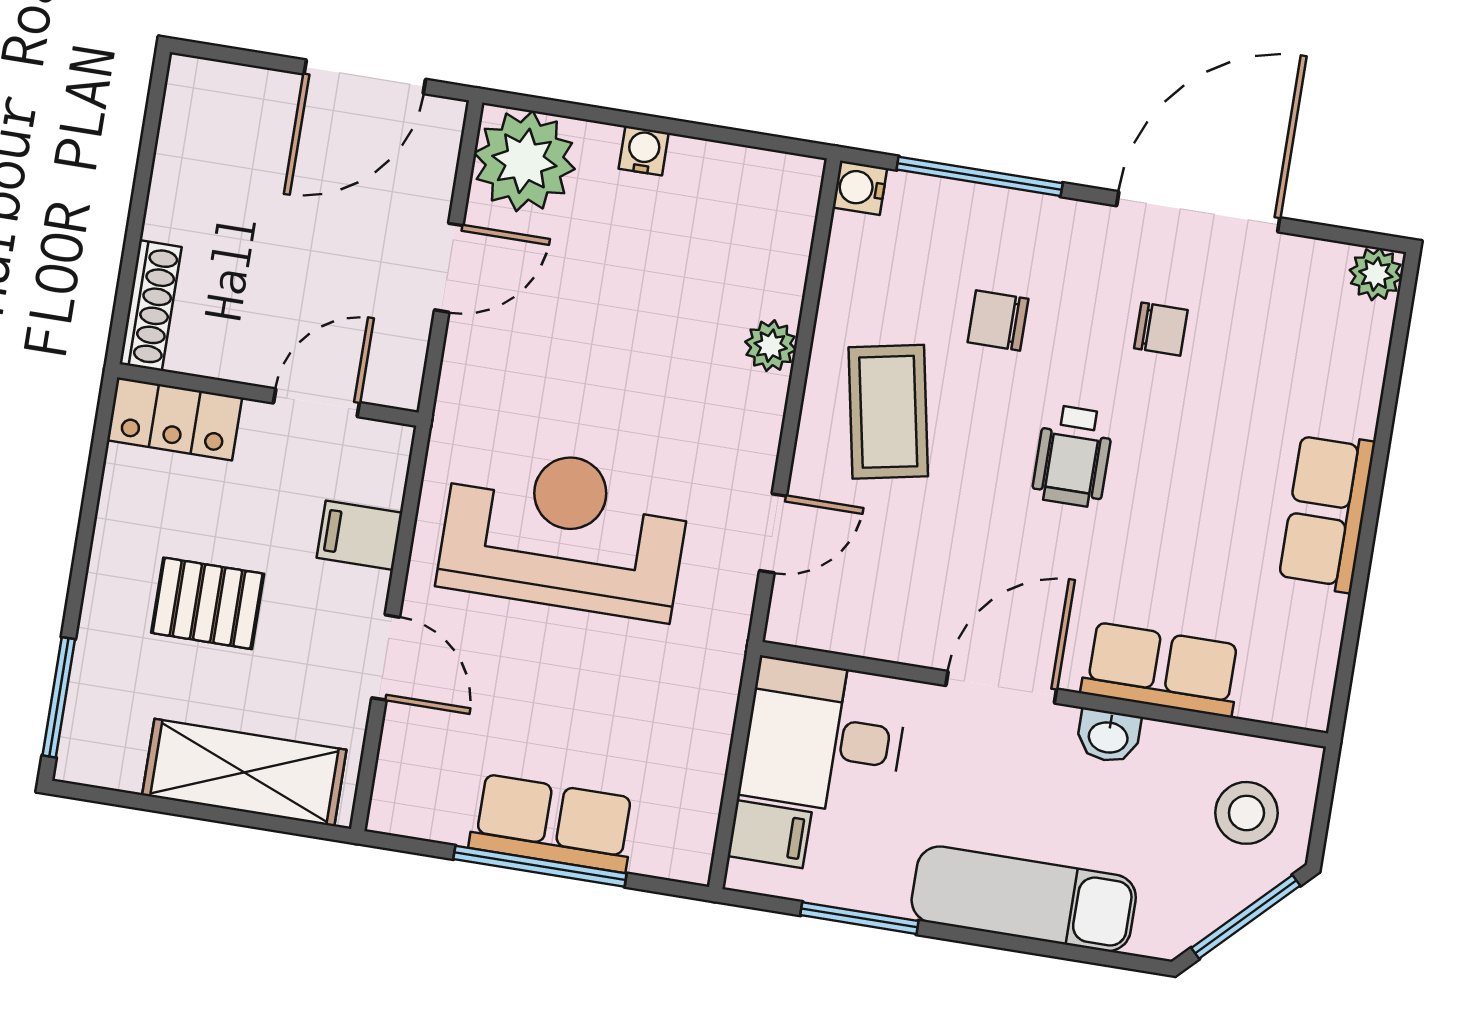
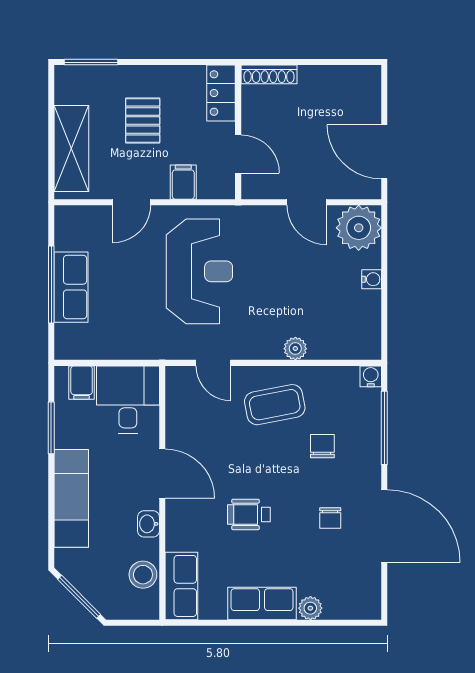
plant: (1376, 274) -> (310, 608), moved
wheelchair: (1073, 456) -> (249, 514), moved
row of seats: (1161, 669) -> (181, 586), moved
stool: (1246, 813) -> (143, 575), moved

